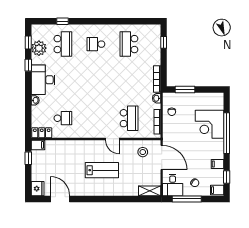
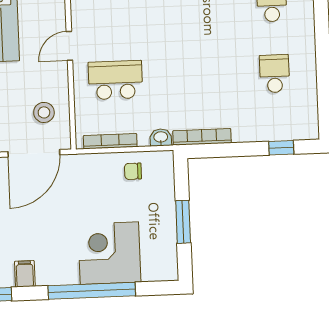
school desk: (129, 44) -> (275, 74), width x0.54
window: (185, 89) -> (183, 222), moved
school desk: (129, 118) -> (115, 80), turned 180

